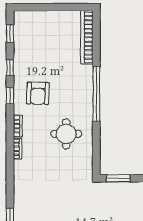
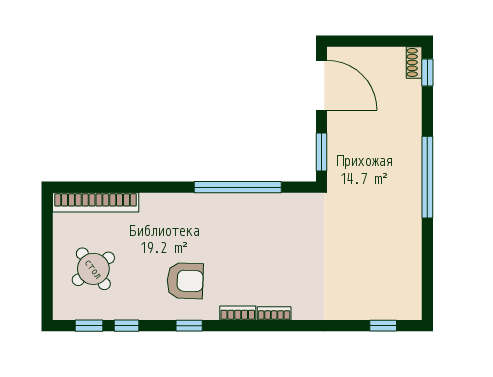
window: (10, 68) -> (126, 326), moved
window: (96, 94) -> (238, 187), moved
round table: (66, 134) -> (93, 269), moved, turned -36

